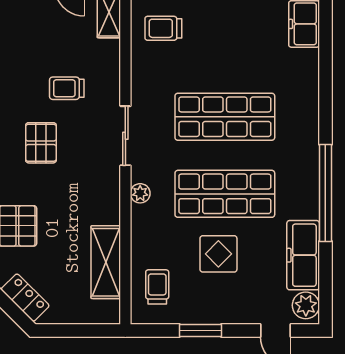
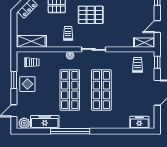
trolley: (67, 88) -> (68, 33), moved
pallet: (41, 143) -> (91, 15), width x1.50, depth x1.42
display table: (218, 254) -> (27, 84), moved
shelving: (106, 262) -> (31, 41), moved

